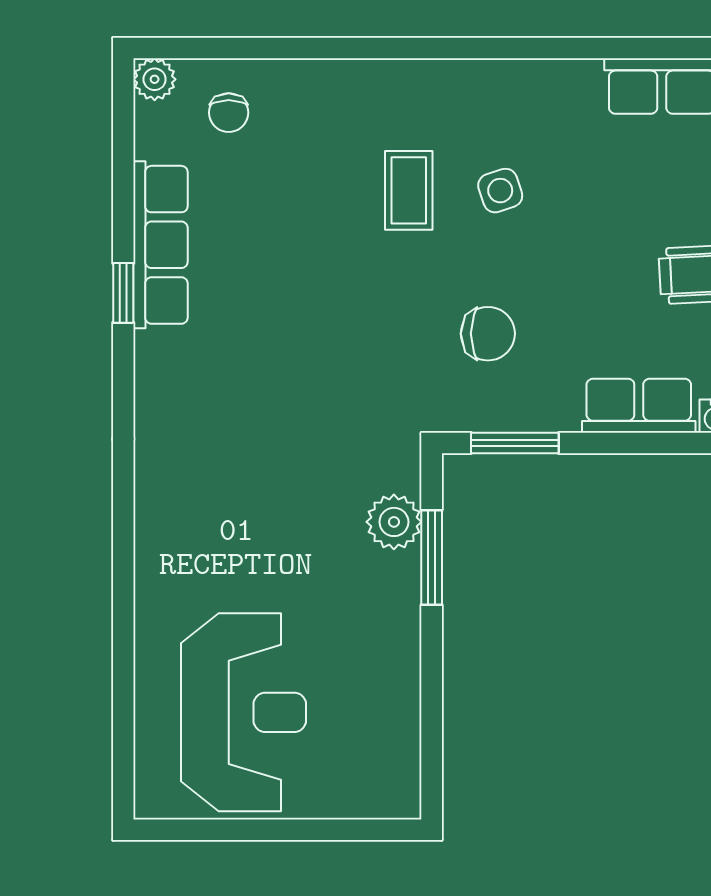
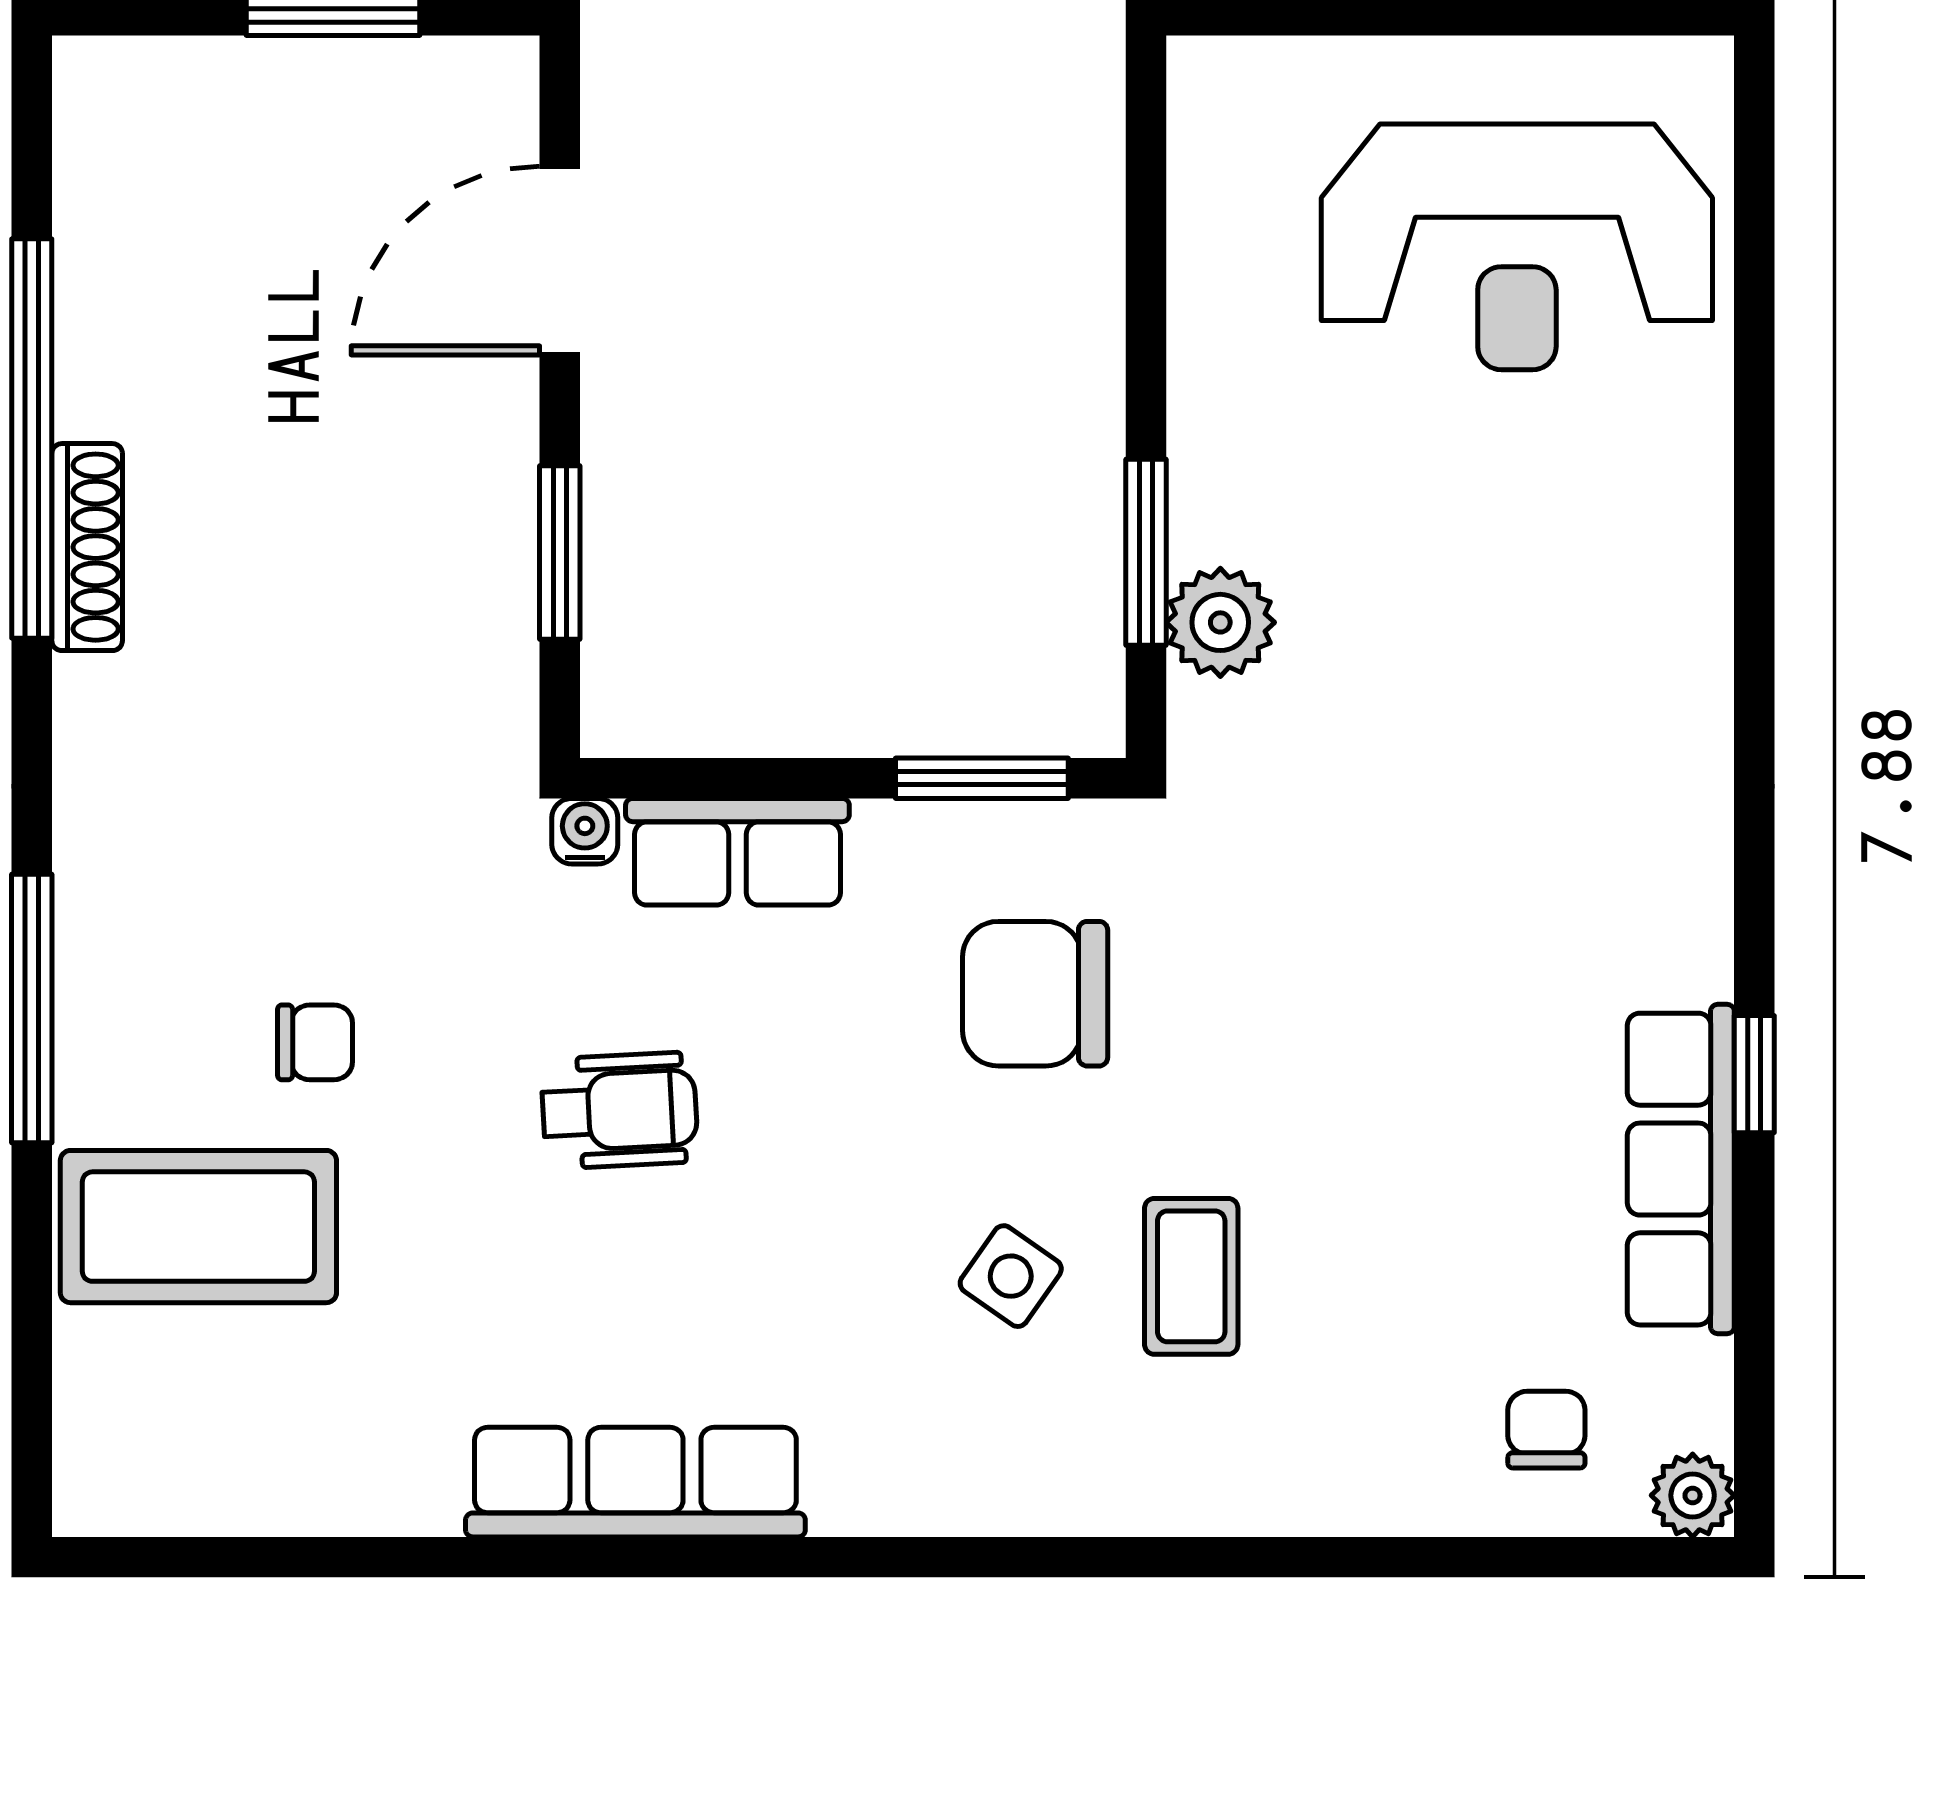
side table: (500, 191) -> (1011, 1276), turned -37
chair: (488, 334) -> (1035, 994), width x1.37, depth x1.37
reception desk: (244, 712) -> (1517, 247), turned -90

